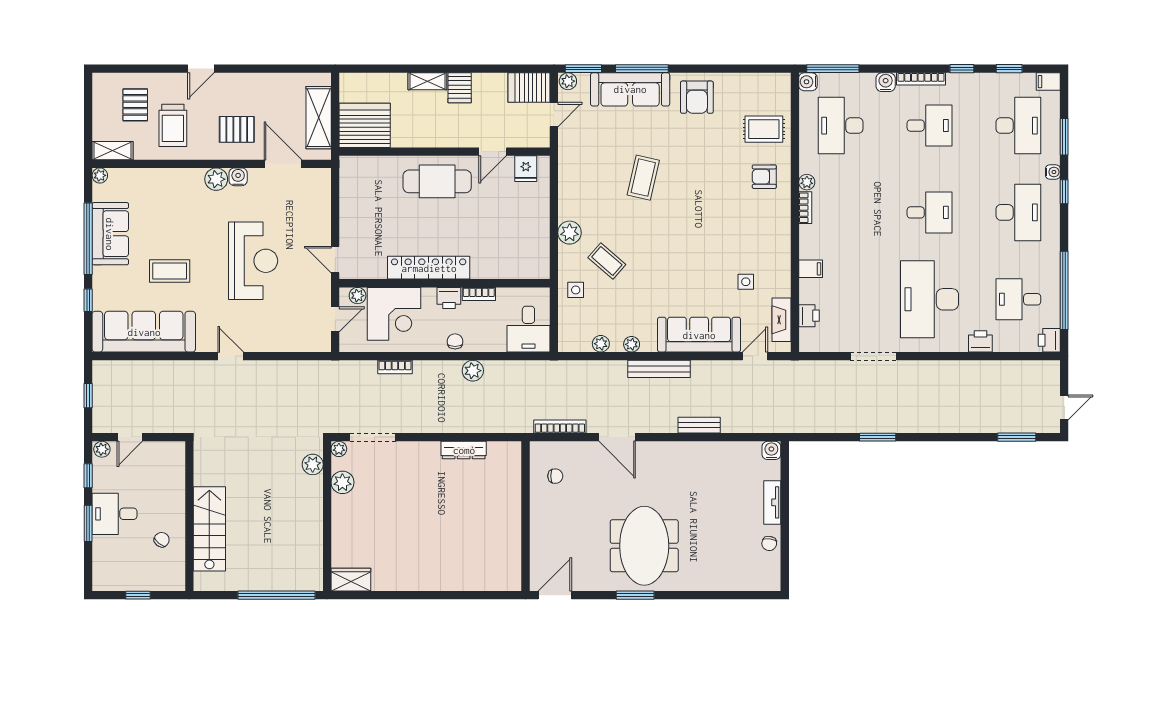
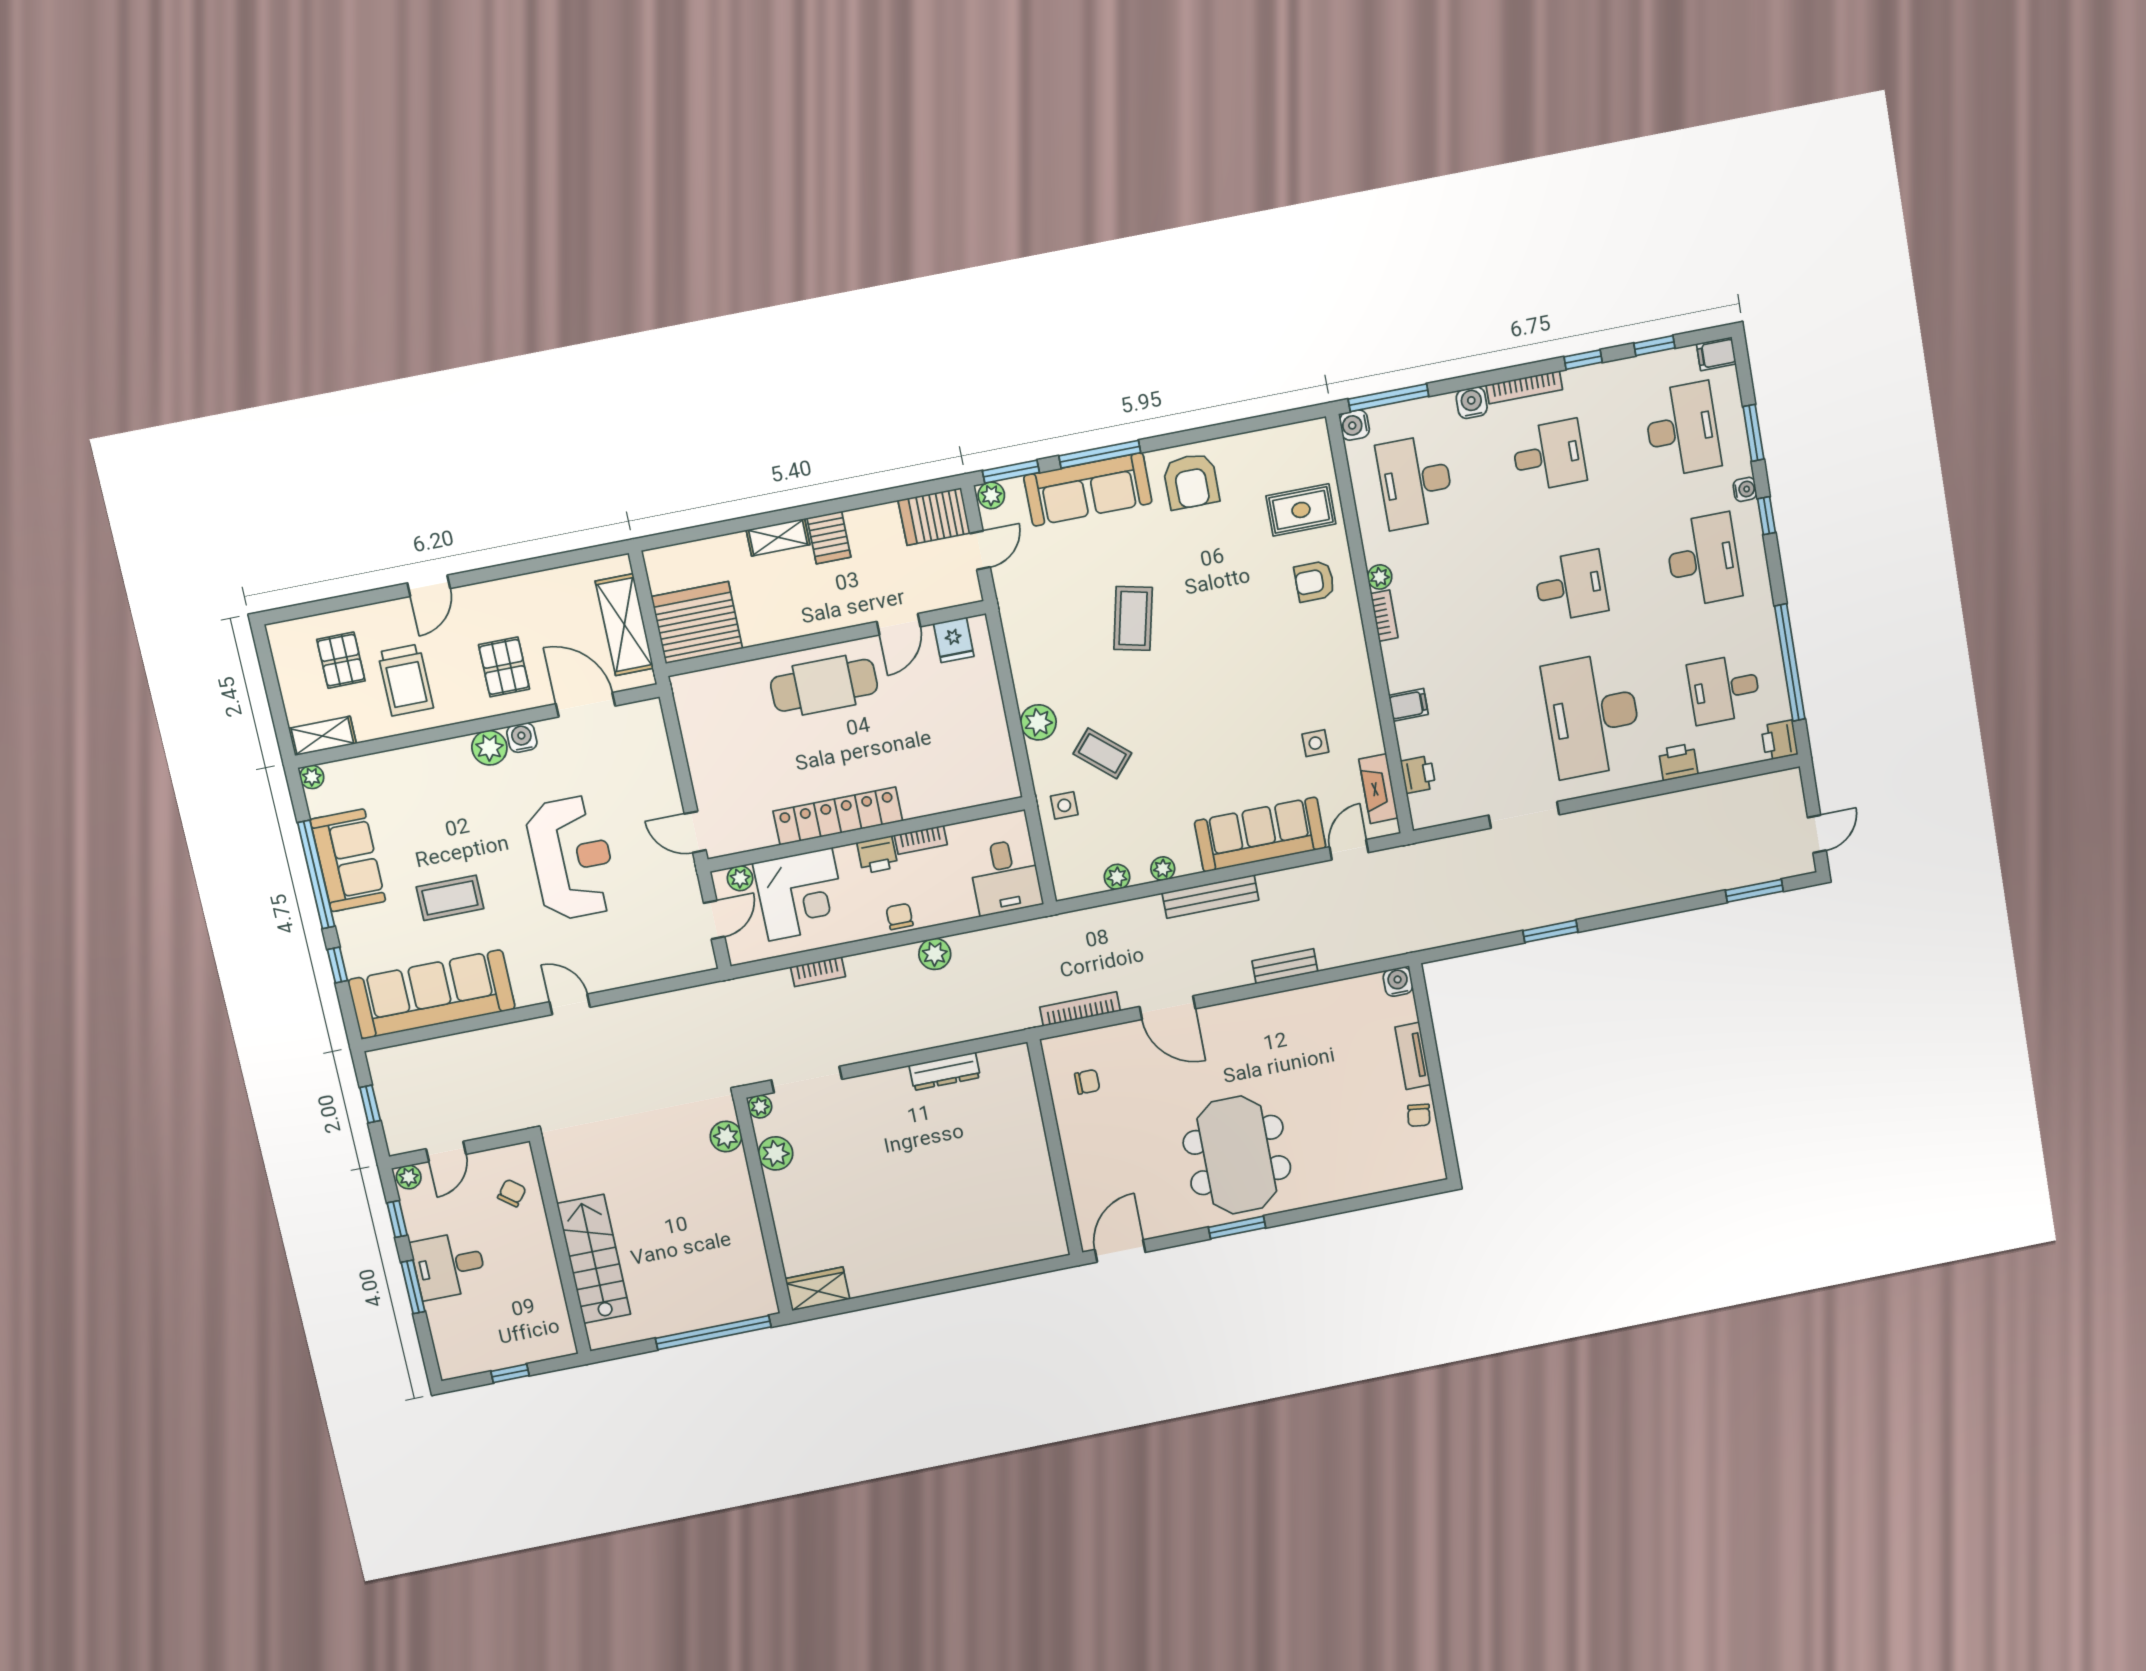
pallet: (237, 129) -> (504, 667), turned 90
chair: (162, 540) -> (512, 1193), moved

